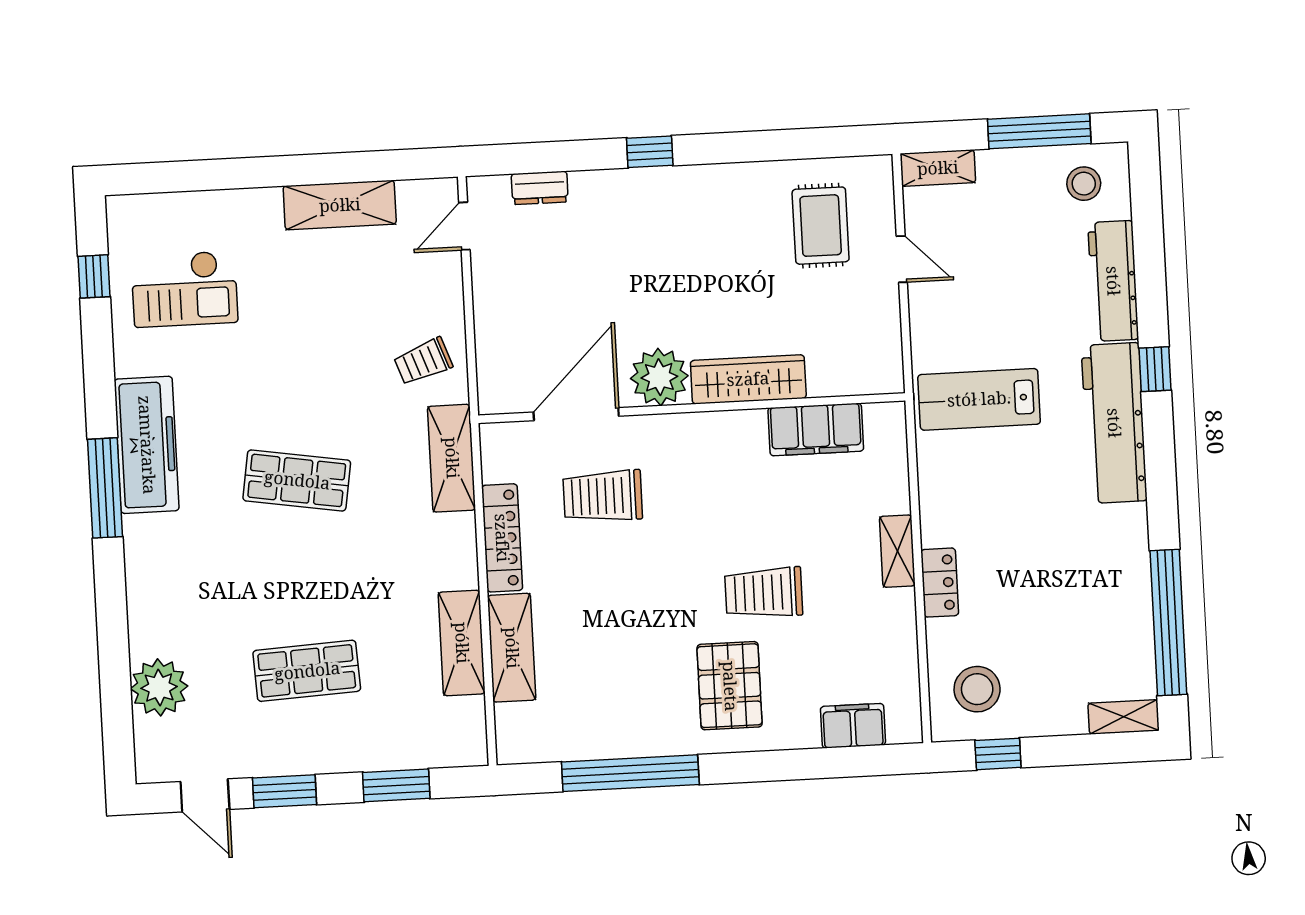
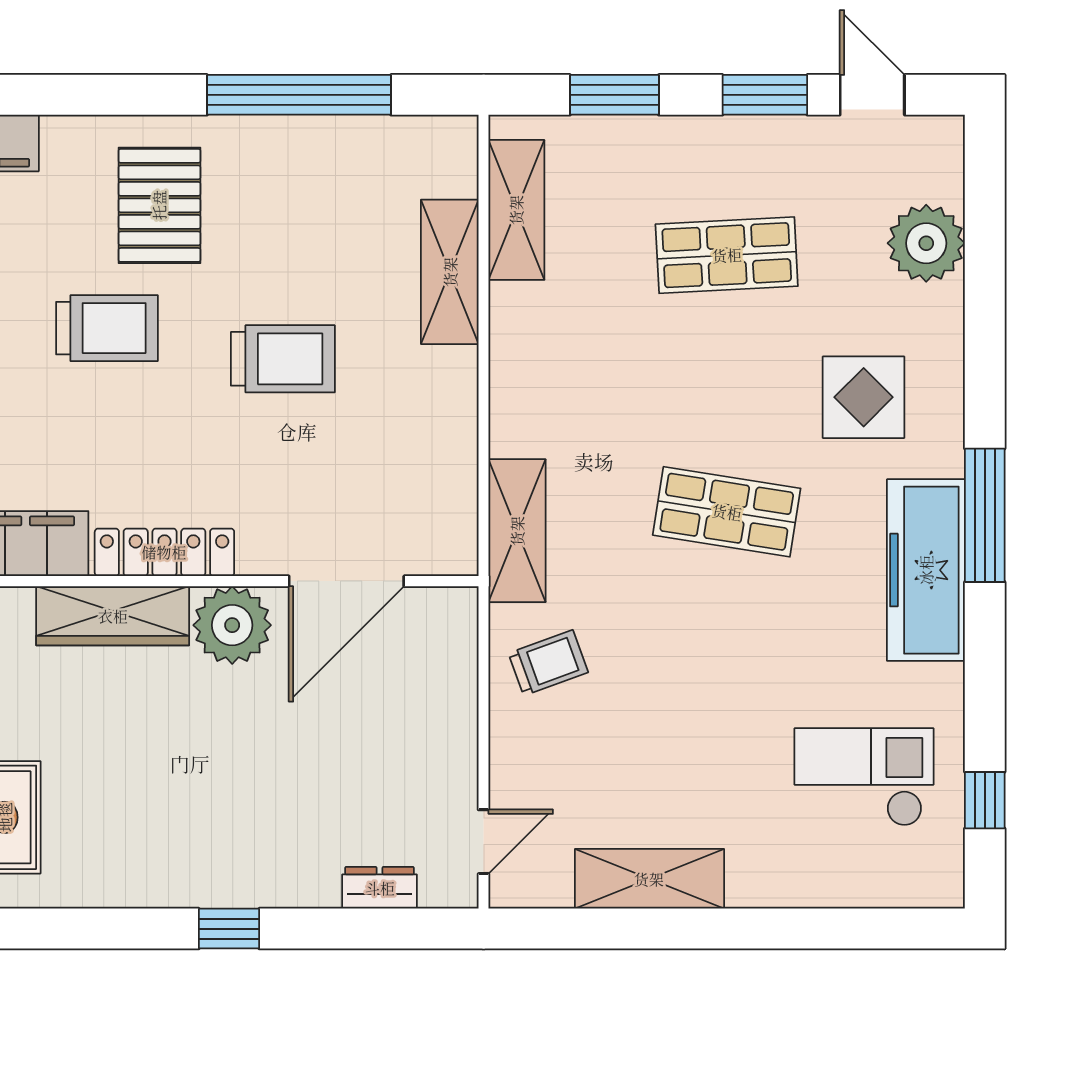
trolley: (603, 496) -> (283, 359), moved
locker: (502, 538) -> (164, 552), moved, turned 90
display table: (200, 571) -> (864, 397), added
shelving: (462, 643) -> (516, 210), moved

